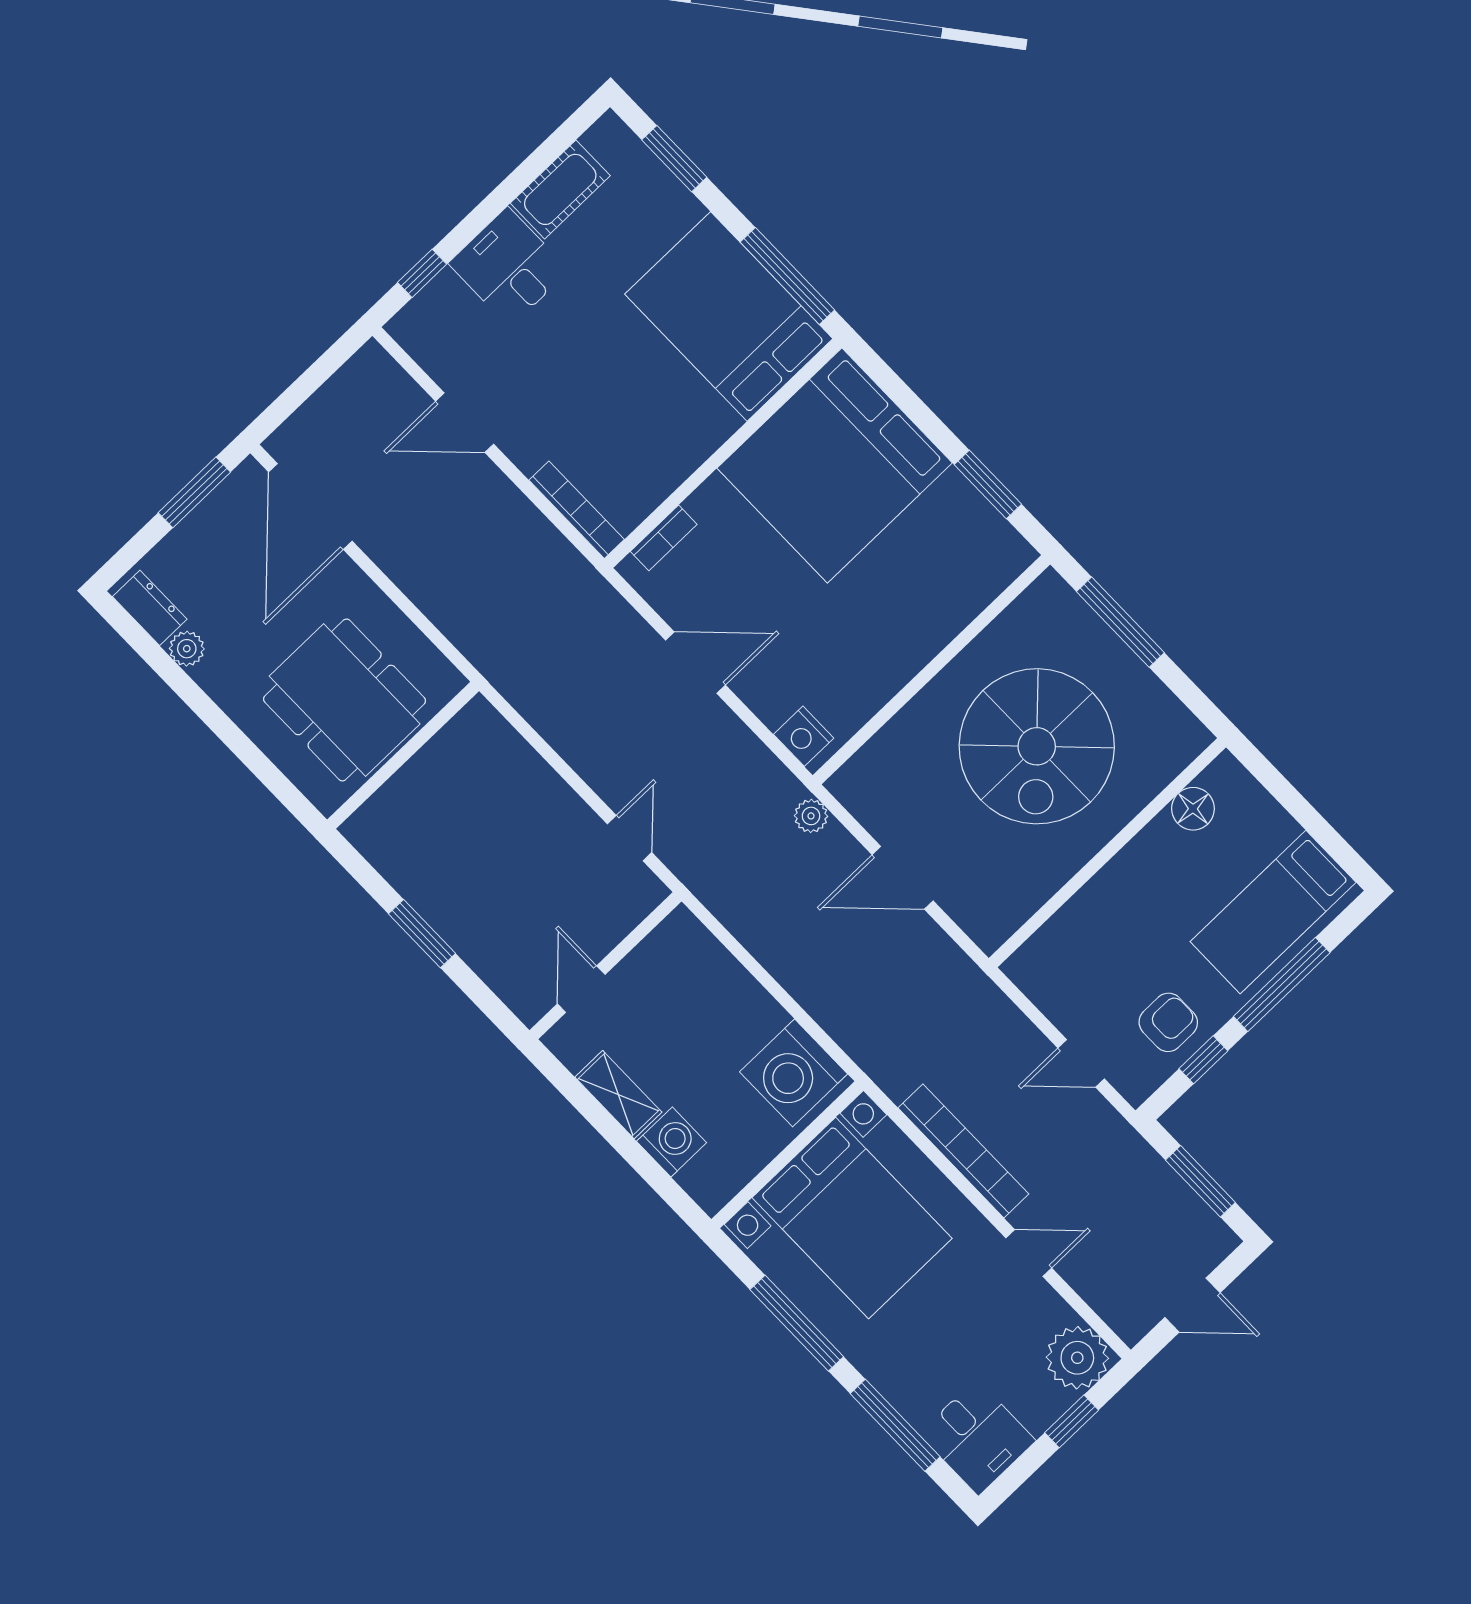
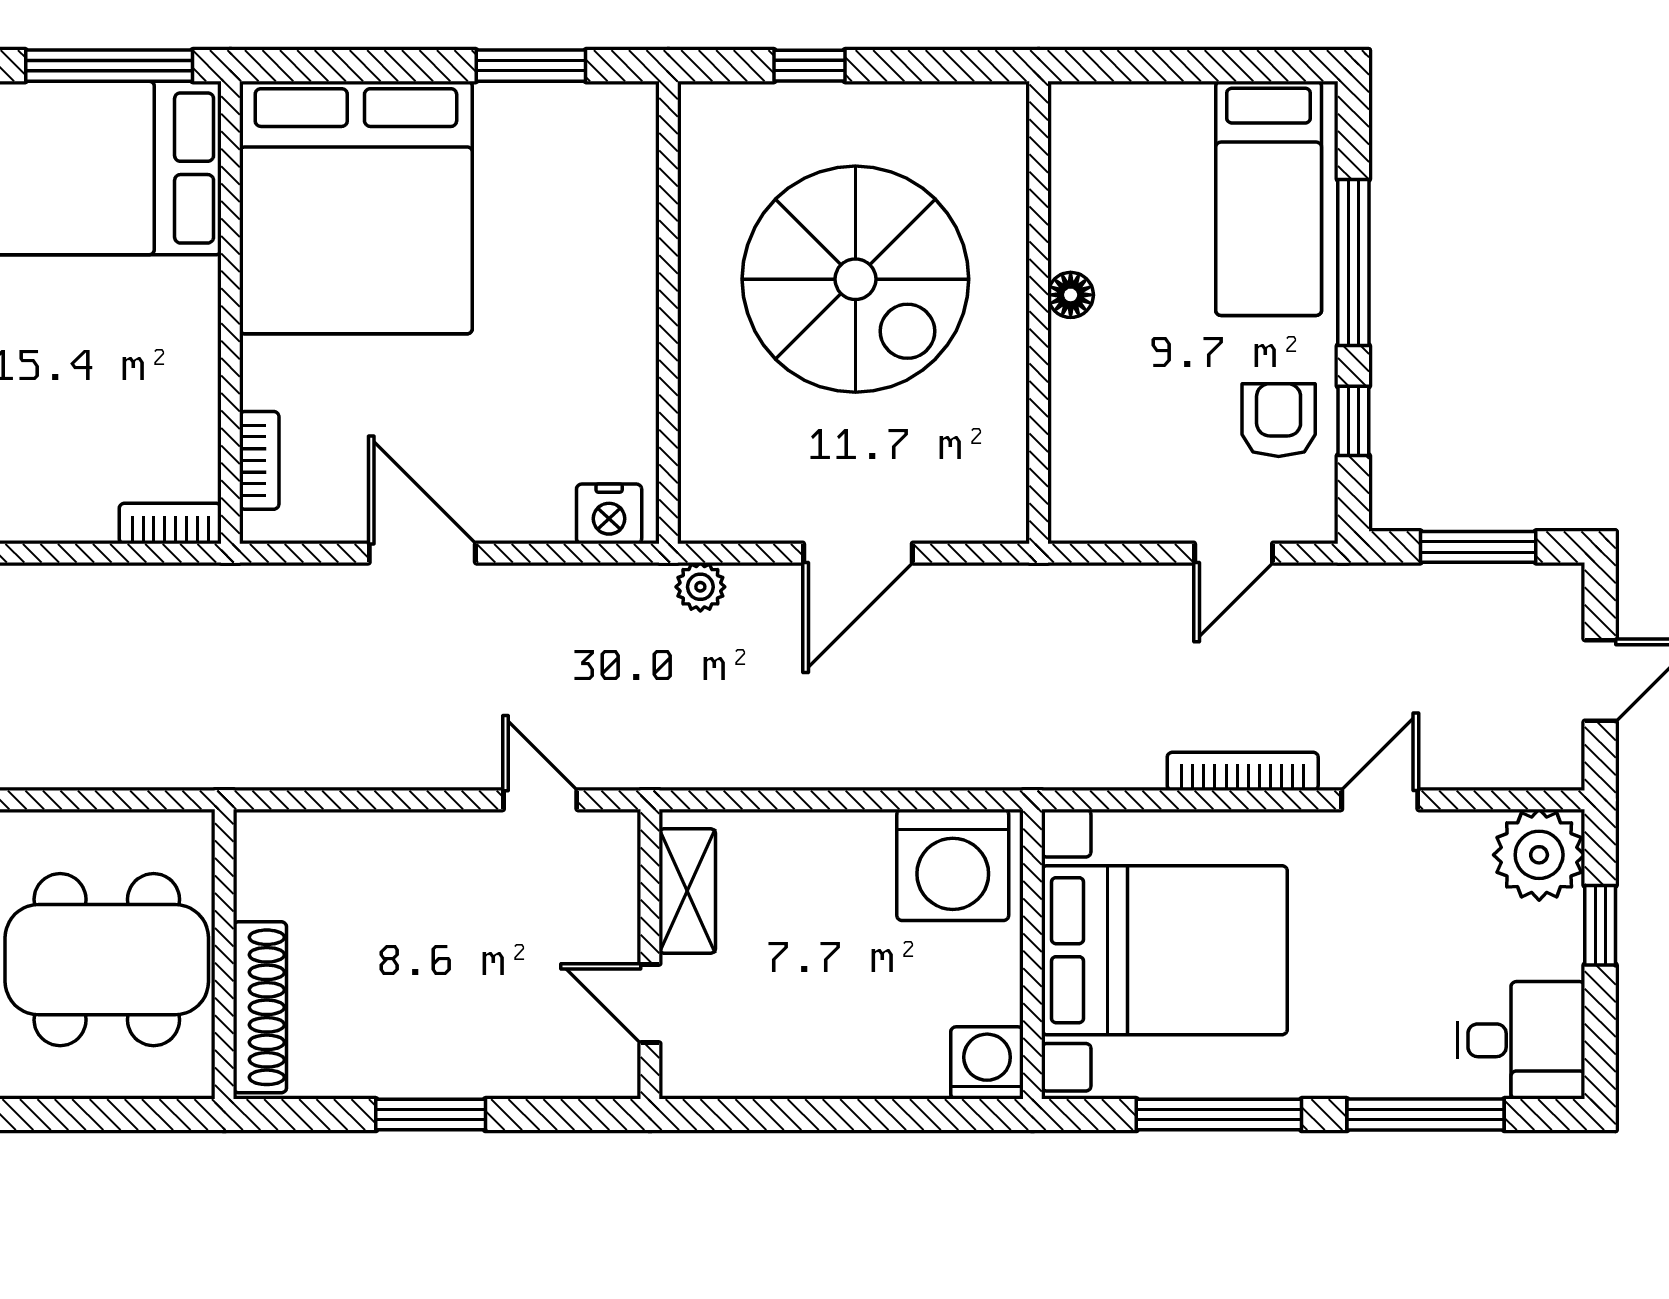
bookcase: (577, 510) -> (170, 523), width x0.64
window: (1120, 622) -> (810, 66), width x0.46
door: (695, 663) -> (422, 553), hinge flipped
shoe rack: (394, 798) -> (260, 1007), added
floor lamp: (1193, 809) -> (1071, 295), moved, width x0.73, depth x0.73
shelving: (618, 1095) -> (687, 891), moved, turned 90
washing machine: (672, 1142) -> (987, 1063), moved
bookcase: (963, 1151) -> (1243, 771), width x0.68, depth x0.76

